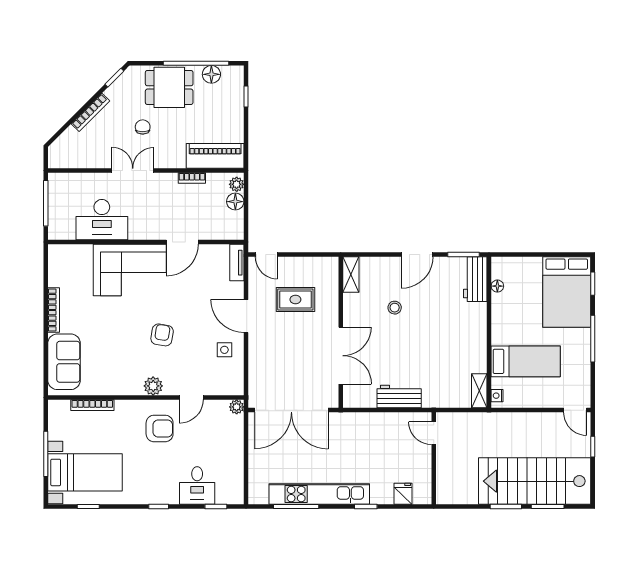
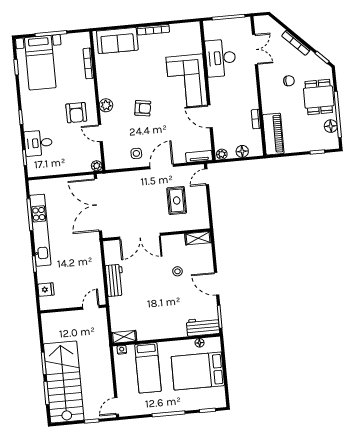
double door: (133, 170) -> (255, 50), moved
plant: (237, 184) -> (222, 154), moved
bed: (567, 292) -> (198, 371), moved

